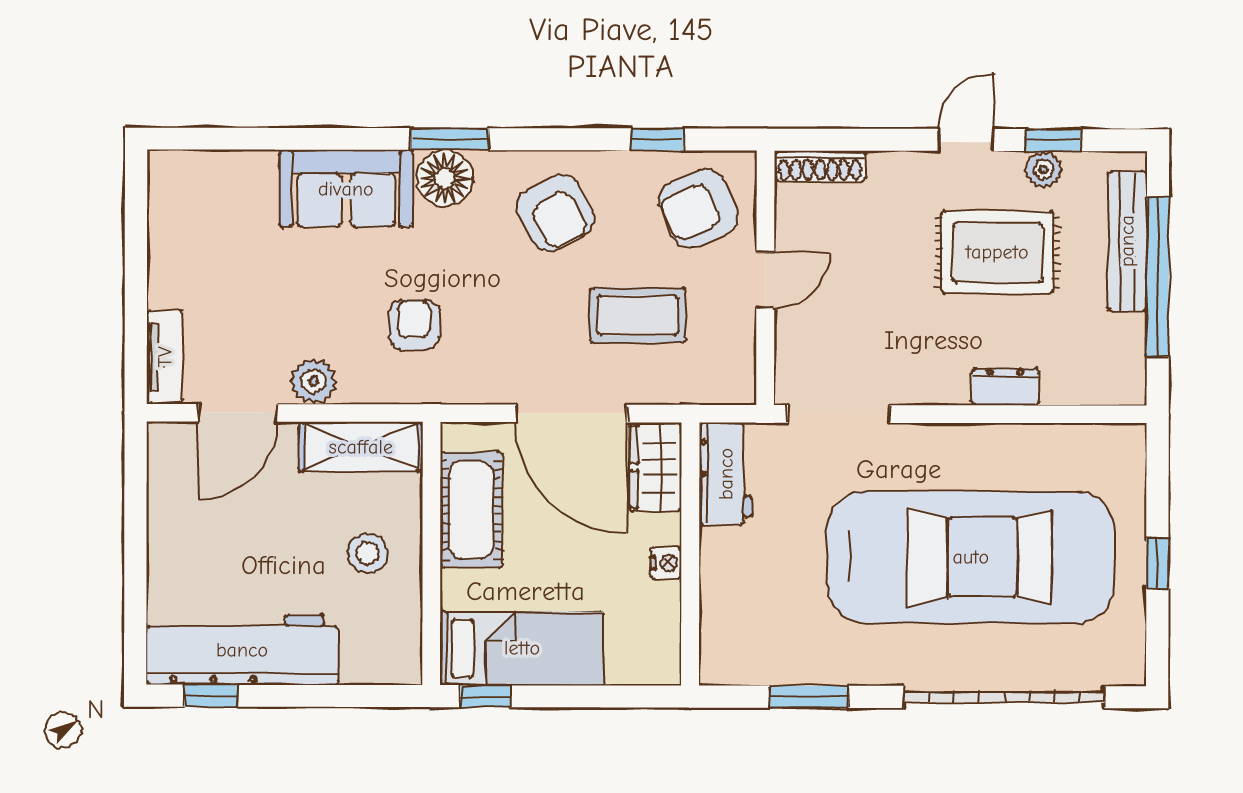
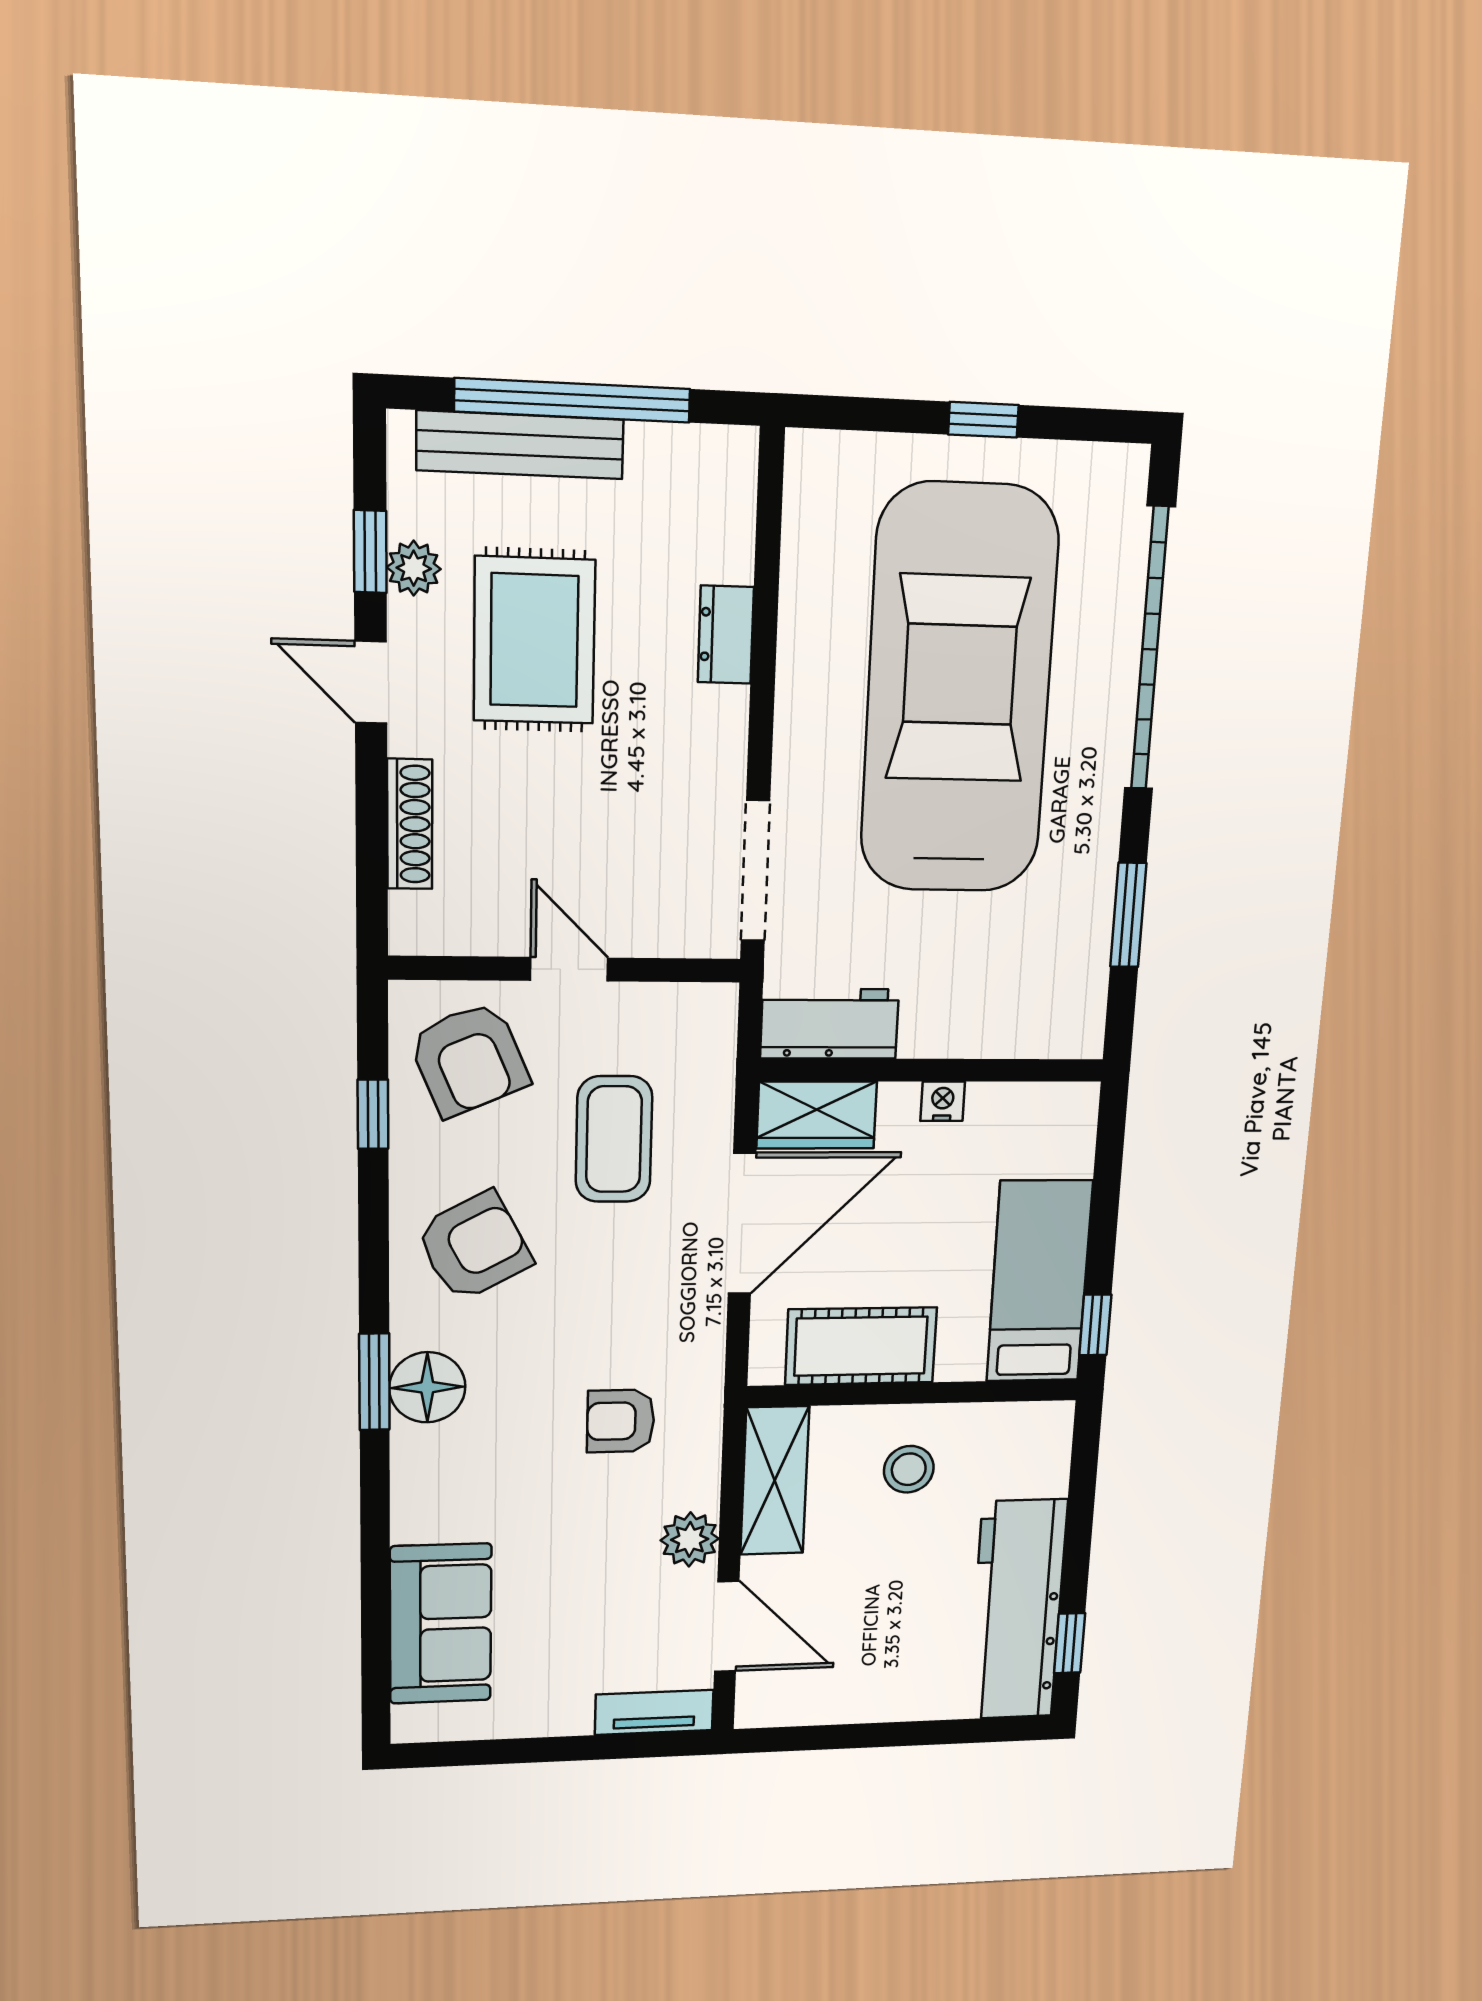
shoe rack: (820, 166) -> (410, 824), moved
sofa: (346, 189) -> (441, 1624), moved

